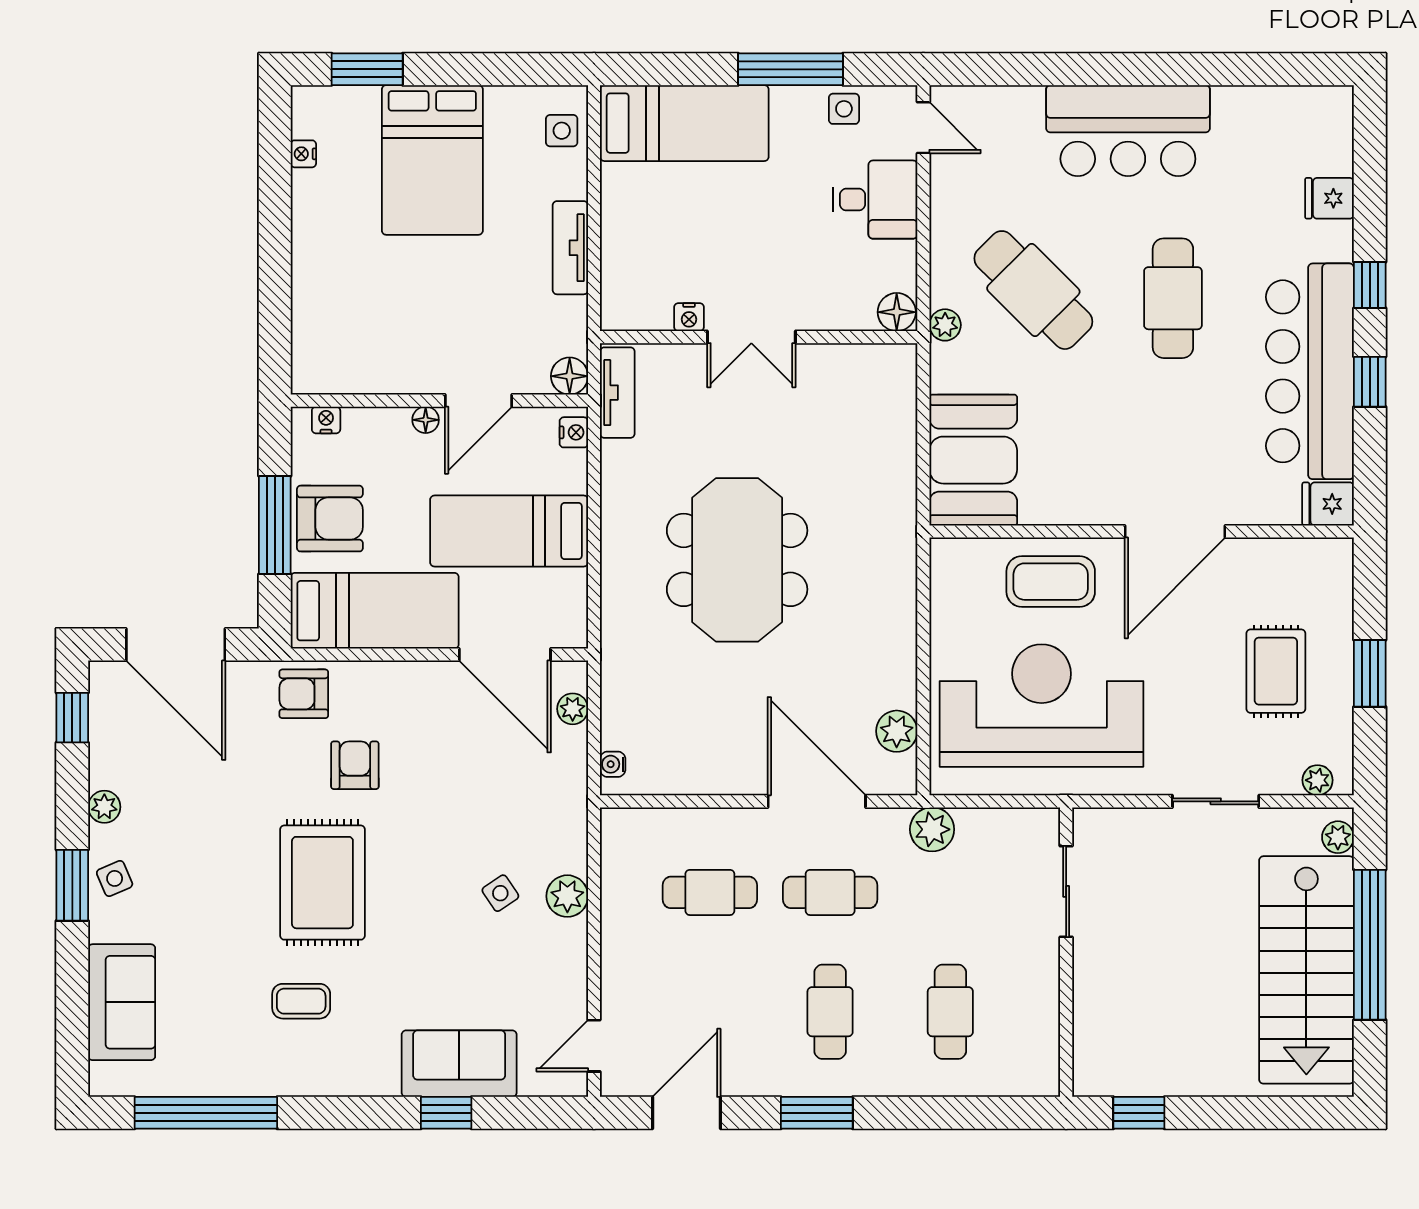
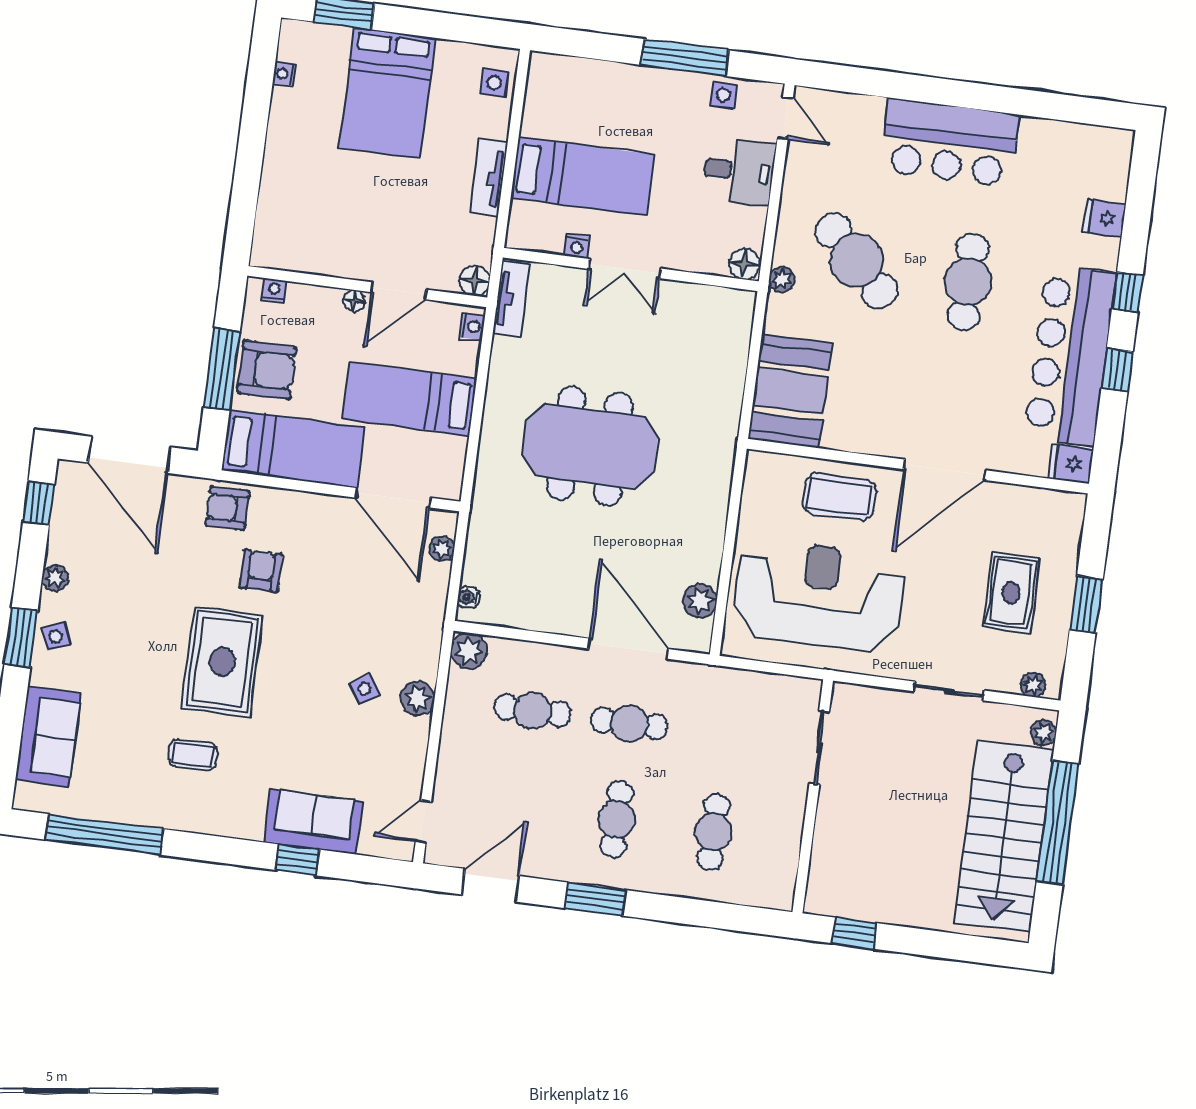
bed: (684, 123) -> (582, 176), moved
meeting table: (737, 560) -> (590, 446), turned 90
plant: (932, 829) -> (469, 651), moved

